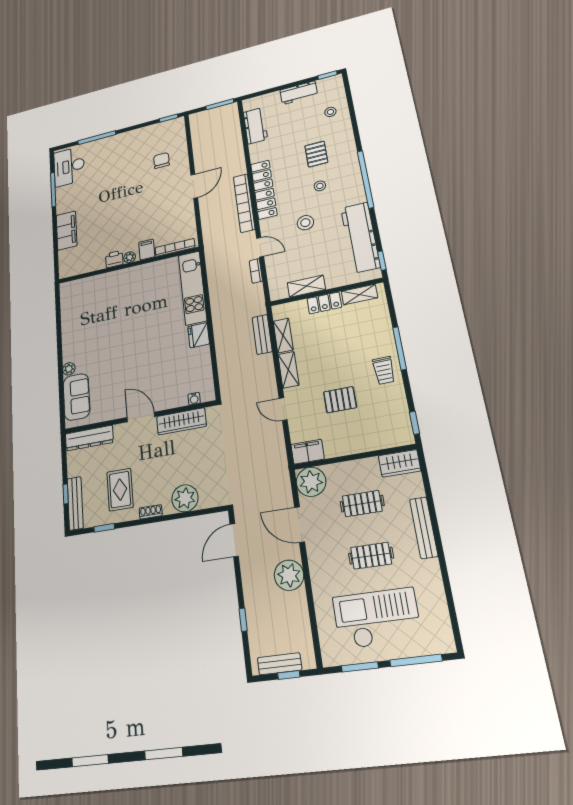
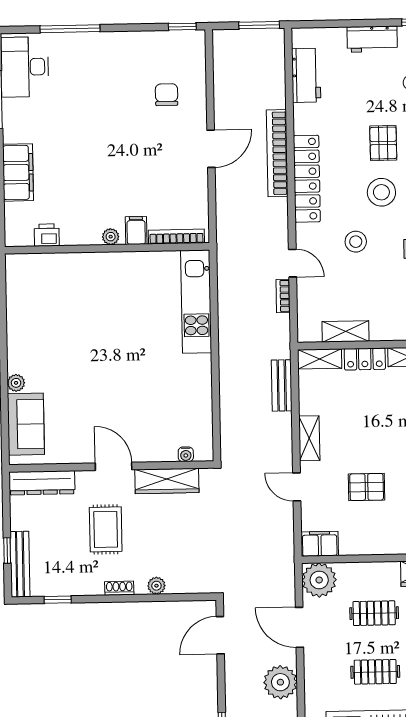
stool: (320, 186) -> (381, 192), width x1.89, depth x1.89
bookcase: (244, 203) -> (277, 153), moved
printer: (114, 259) -> (47, 235), moved
fridge: (199, 335) -> (199, 370), removed
shelving: (283, 335) -> (320, 359), moved, turned 90
rug: (120, 490) -> (106, 529), moved
plant: (185, 498) -> (156, 586), width x0.53, depth x0.53

